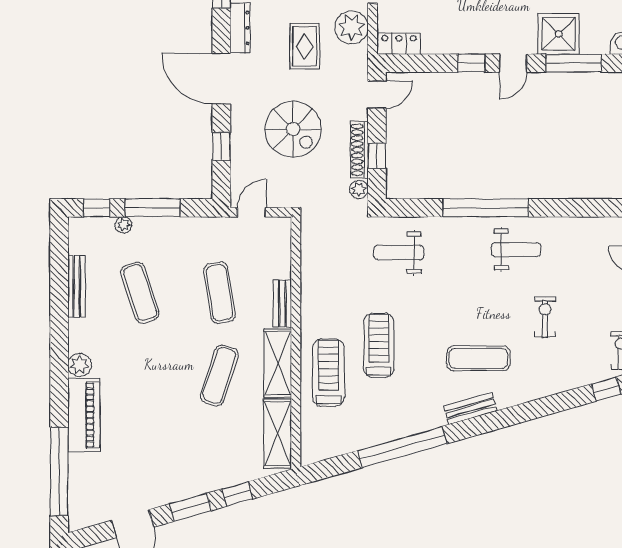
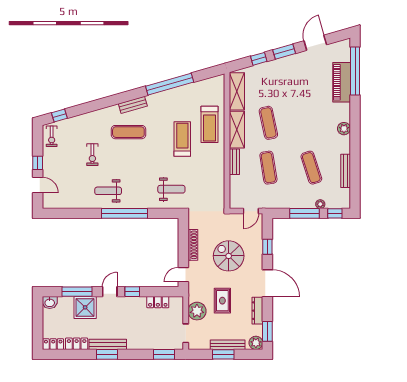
locker: (399, 44) -> (158, 302), moved
window: (377, 156) -> (183, 242), removed
plant: (359, 189) -> (193, 223), removed
treadmill: (379, 345) -> (182, 139), turned 180
exercise mat: (219, 375) -> (268, 123), turned -30
piano: (84, 415) -> (342, 82), moved

